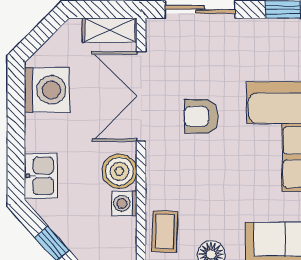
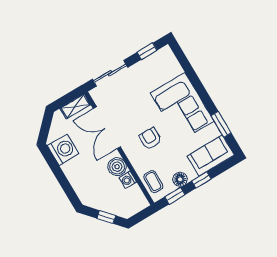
armchair: (201, 116) -> (150, 138), moved, turned 90
kitchen sink: (41, 176) -> (83, 190), removed

